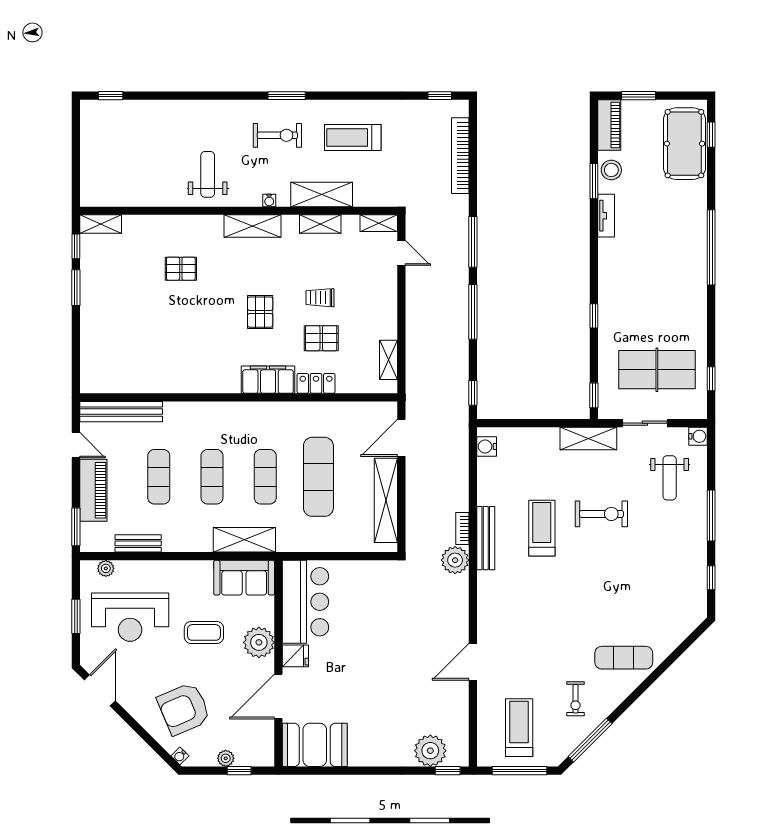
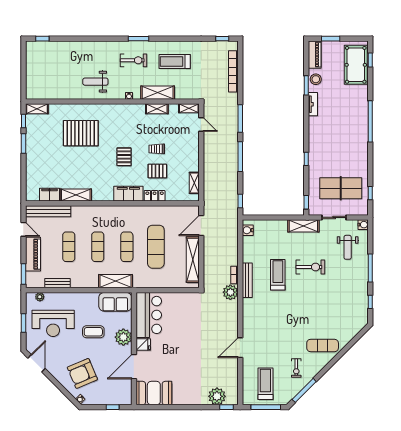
weight bench: (208, 174) -> (95, 82), turned -90
shelving: (253, 226) -> (76, 195), moved
pallet: (181, 269) -> (81, 133), width x2.05, depth x2.00
filing cabinet: (124, 381) -> (50, 195), added
plant: (226, 758) -> (105, 400), removed

